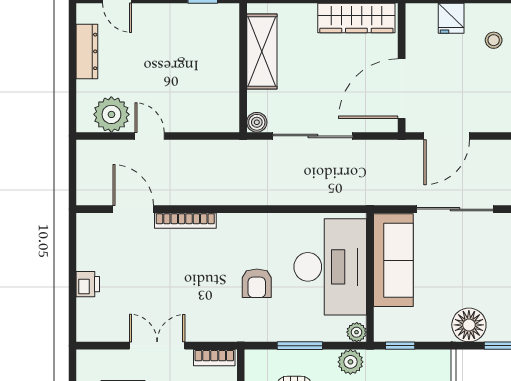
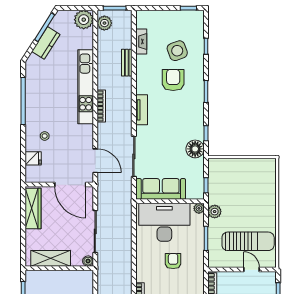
armchair: (257, 283) -> (173, 261), turned -90

